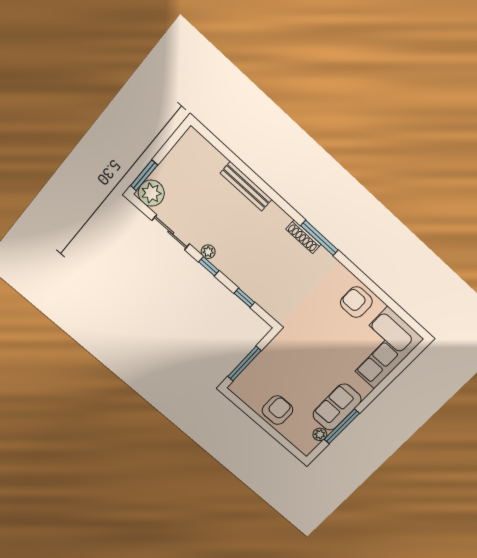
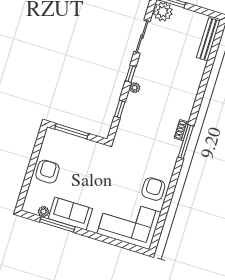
bench: (246, 186) -> (208, 39), moved
shoe rack: (303, 237) -> (181, 130), width x0.70
plant: (208, 252) -> (135, 88), moved
armchair: (277, 410) -> (47, 172), turned -90

